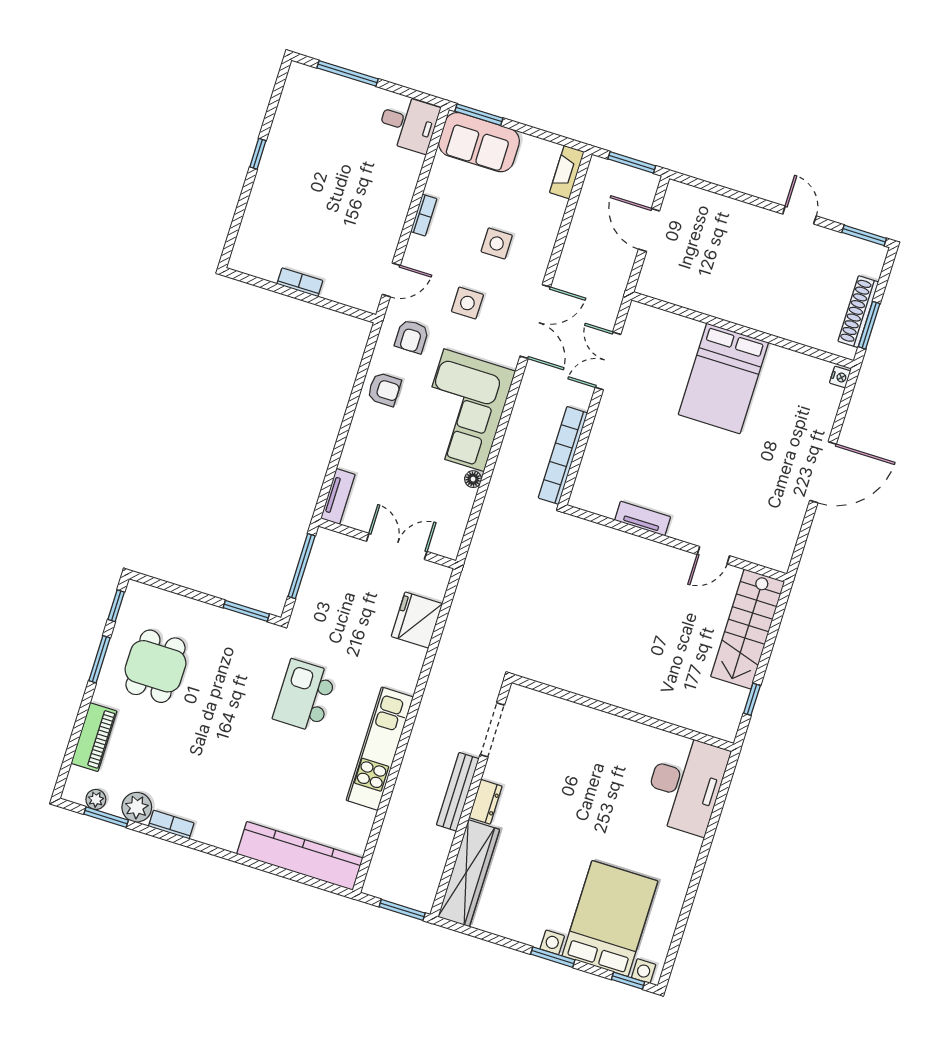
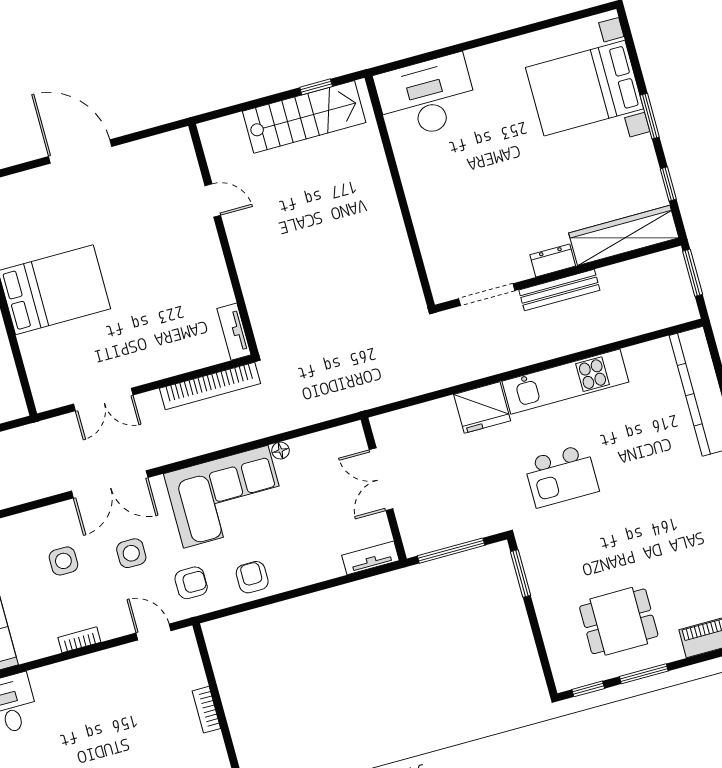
double door: (535, 322) -> (110, 484), swing flipped
tv unit: (643, 518) -> (234, 332), moved
fridge: (417, 620) -> (482, 408), moved
stairs: (748, 629) -> (304, 117), moved
window: (628, 981) -> (668, 184), moved

